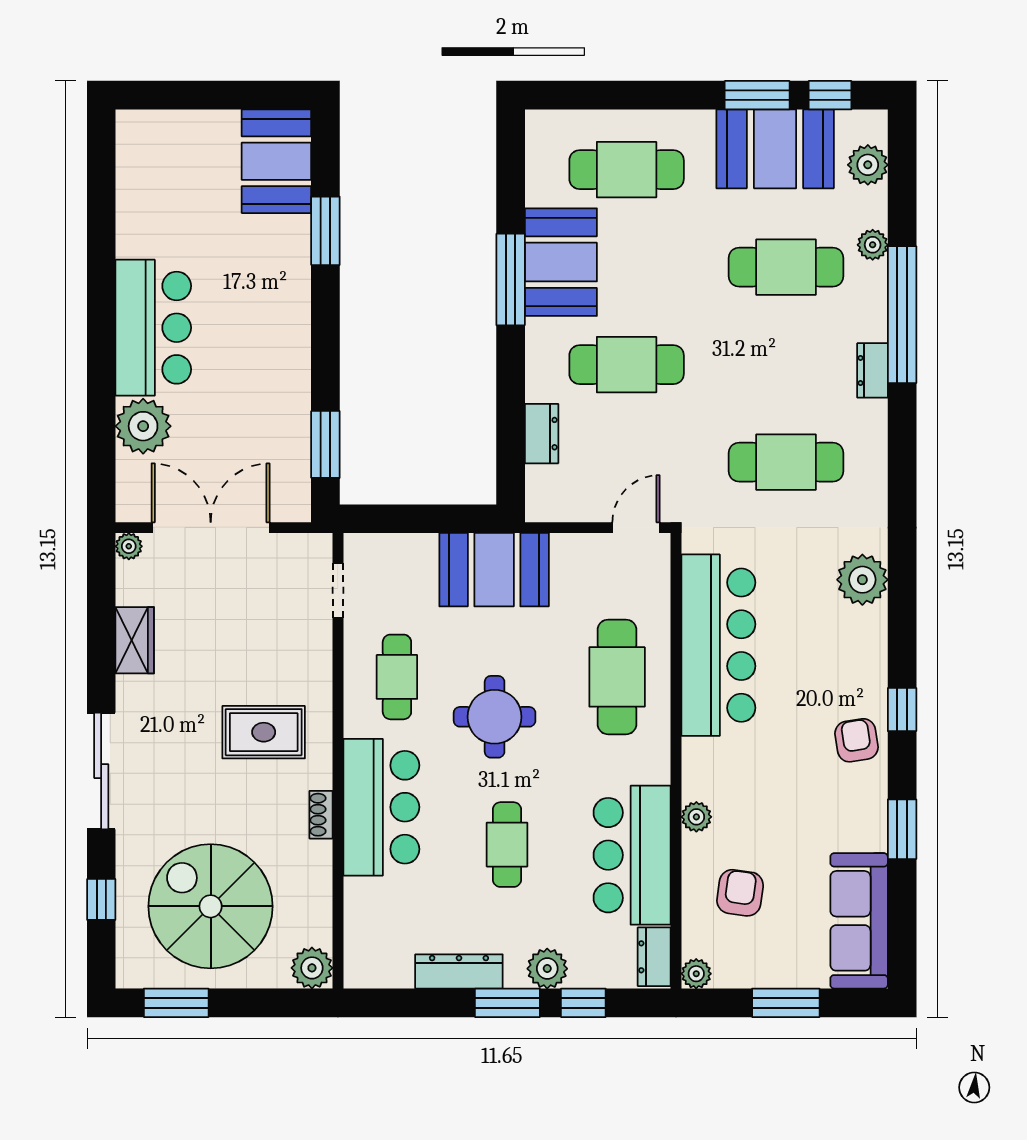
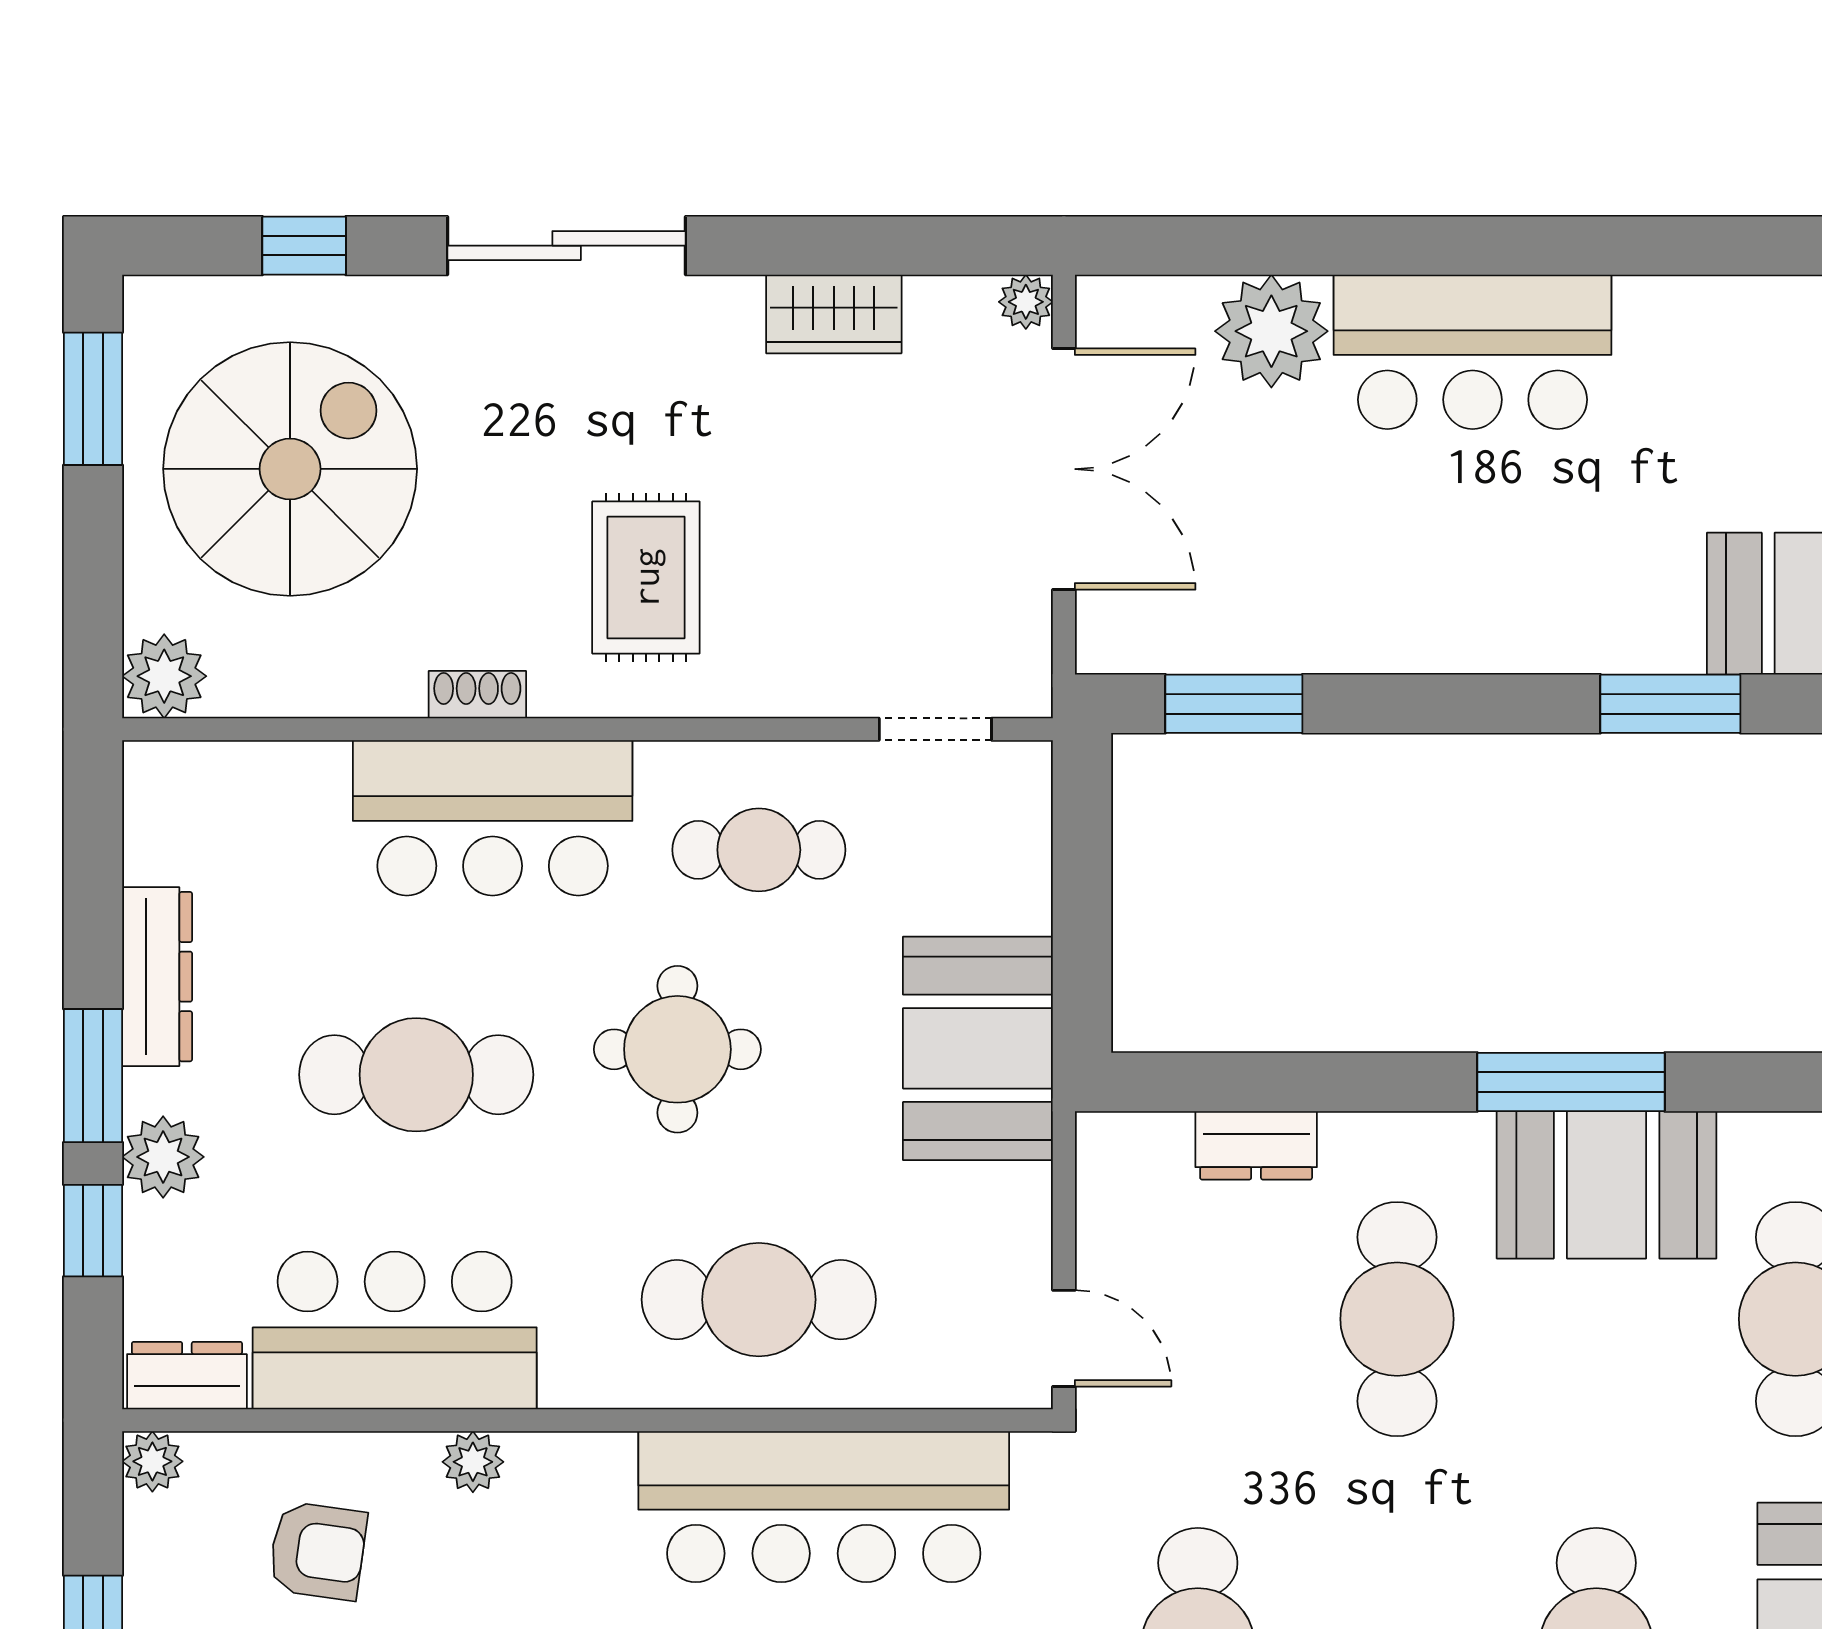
cafe table: (507, 845) -> (416, 1075), width x1.37, depth x1.35

